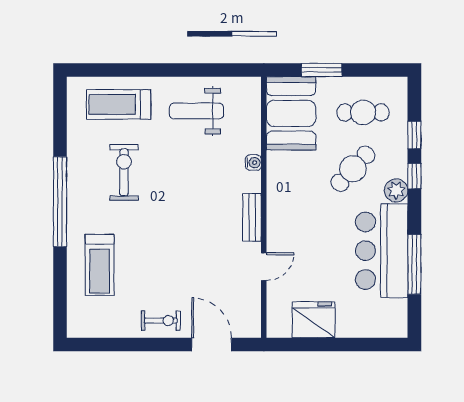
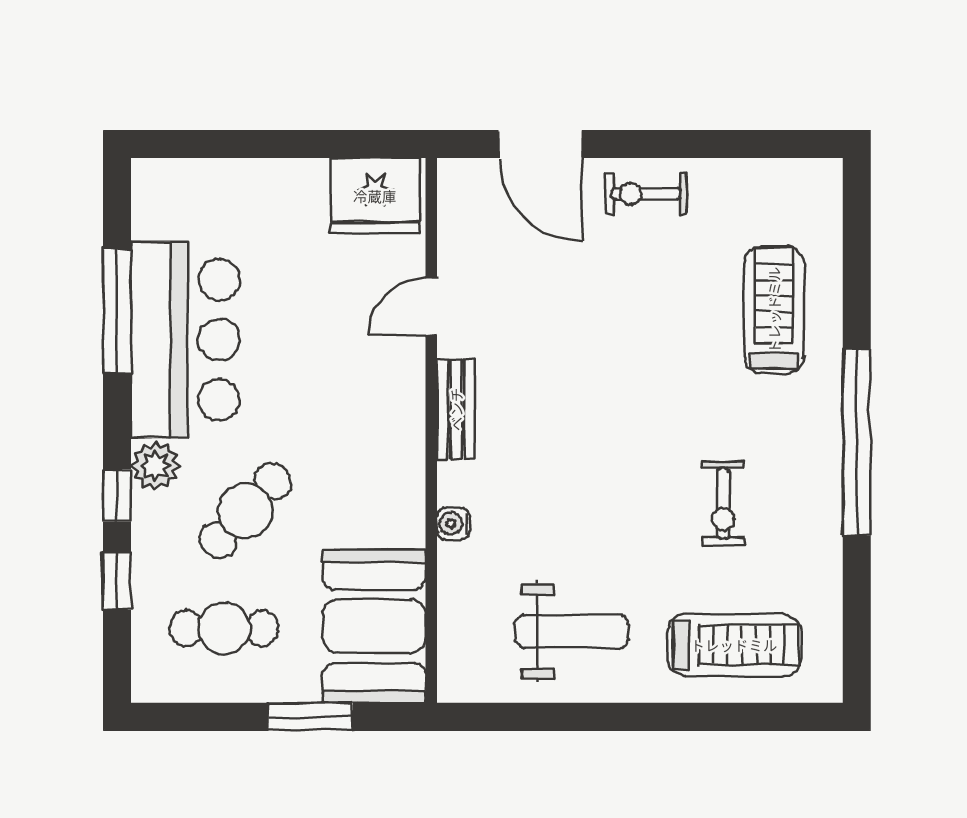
exercise bike: (124, 172) -> (723, 503), width x0.73, depth x0.72
fridge: (314, 320) -> (375, 196), moved

